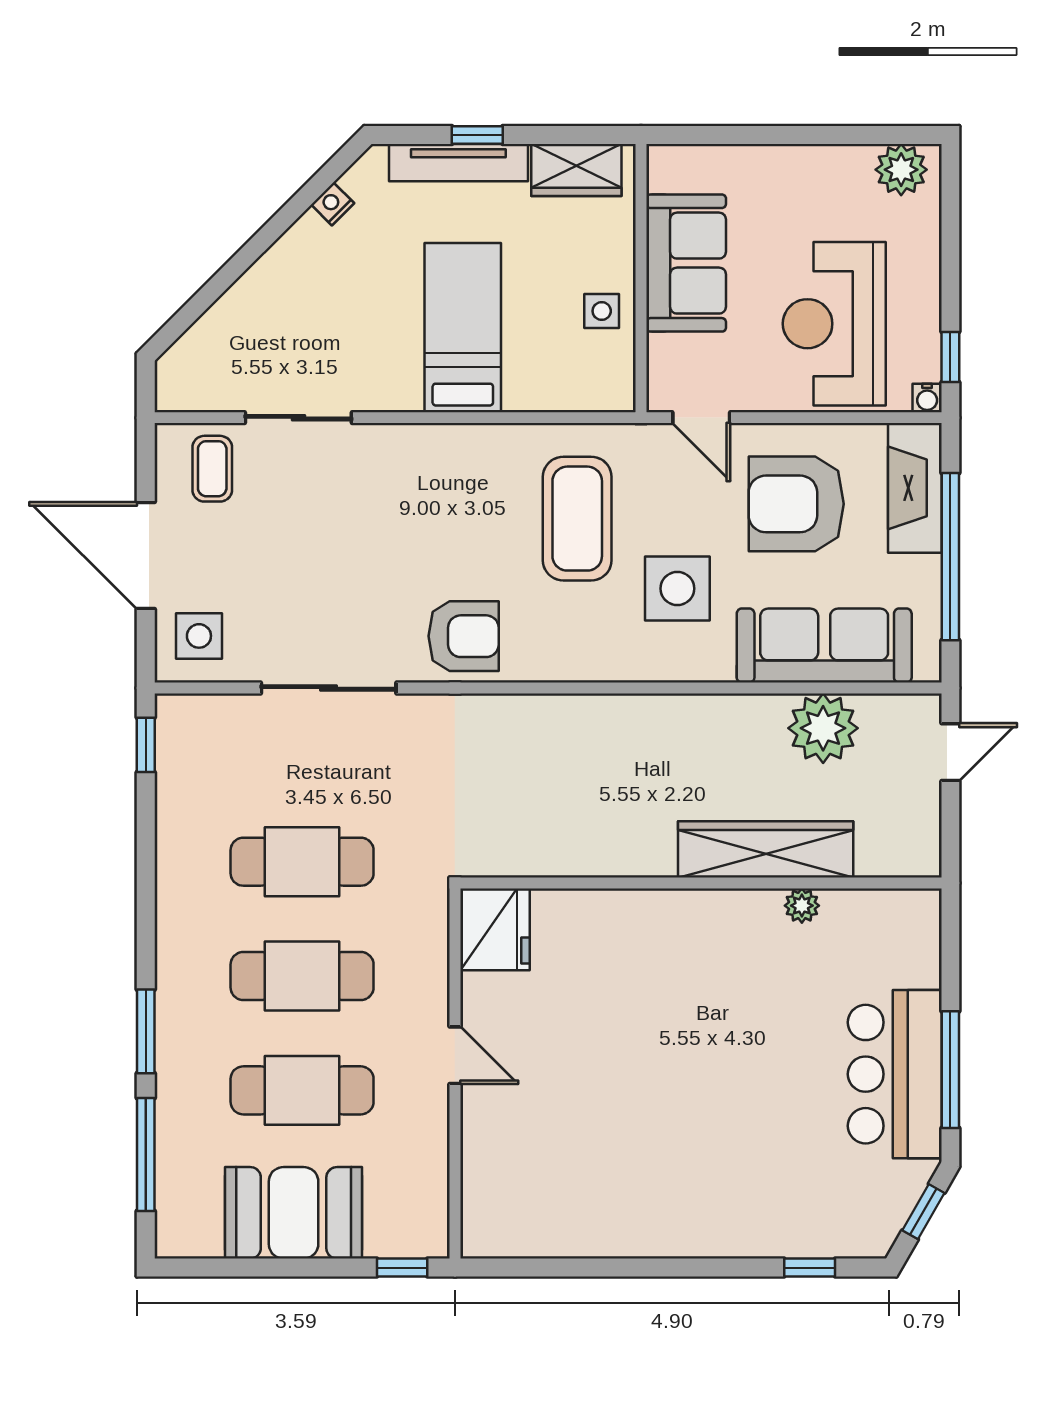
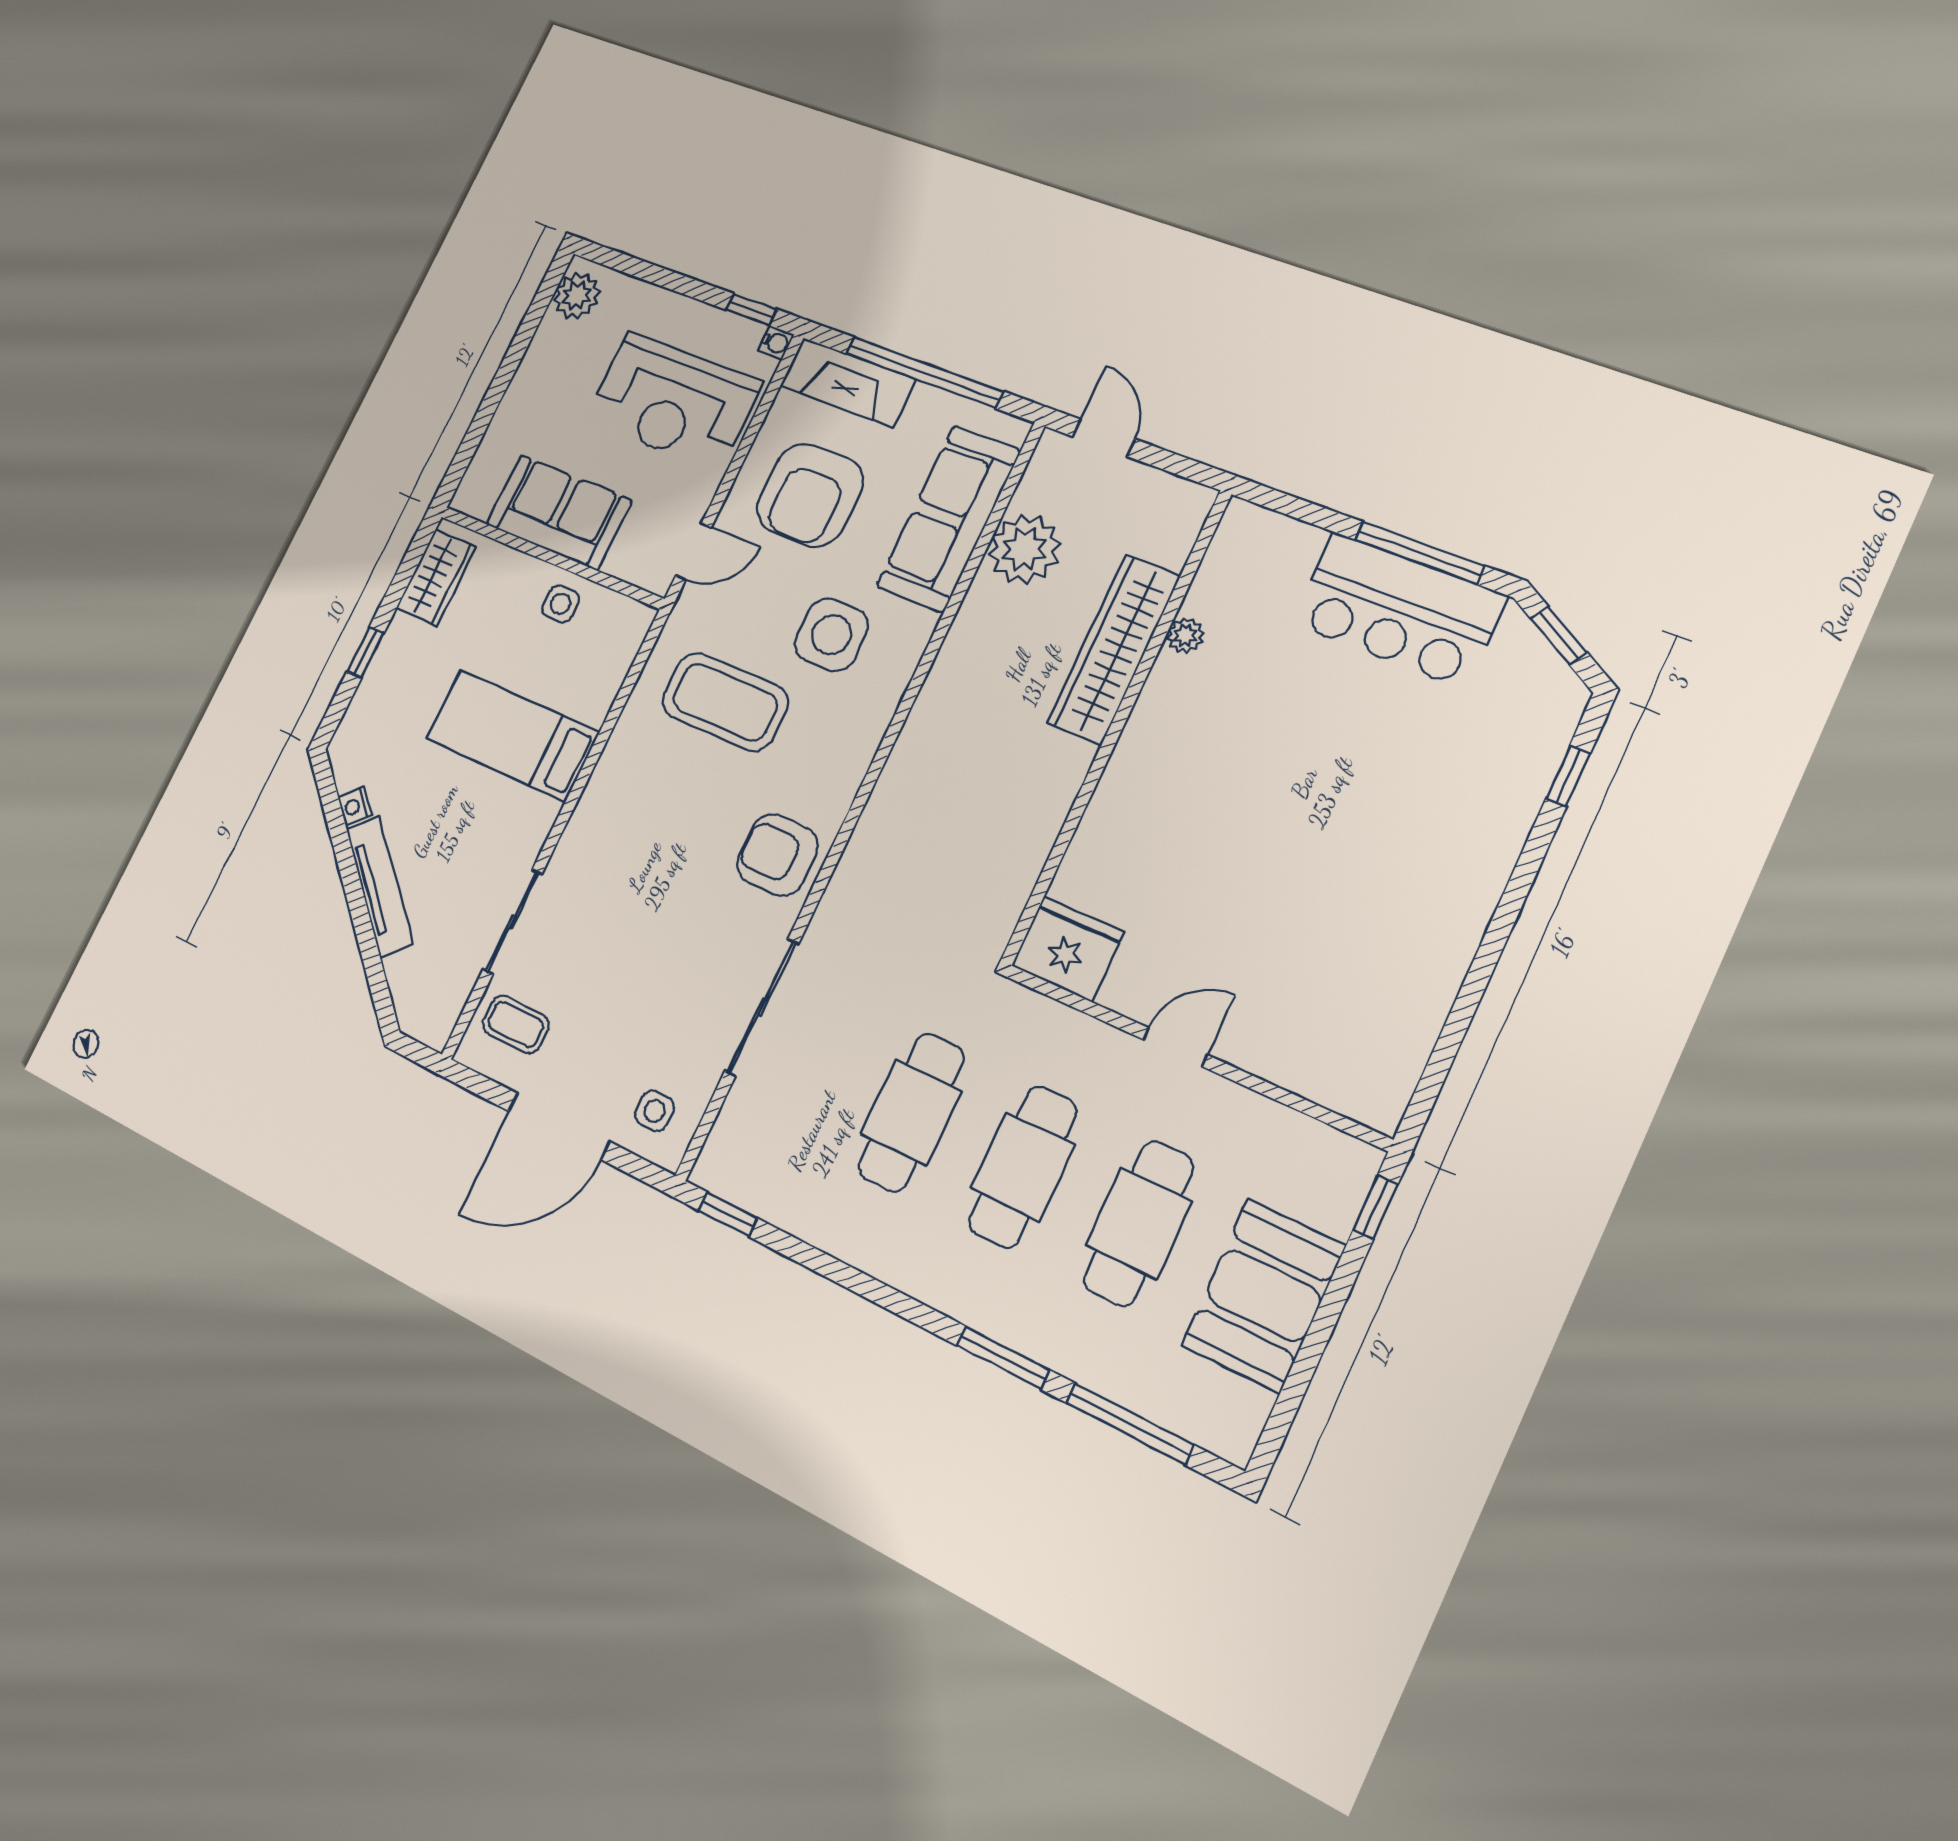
tv unit: (458, 163) -> (380, 886), moved, turned -45
side table: (199, 636) -> (654, 1111), width x0.73, depth x0.73
armchair: (464, 636) -> (777, 855), turned -90

